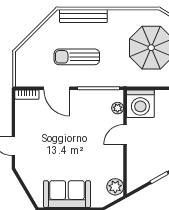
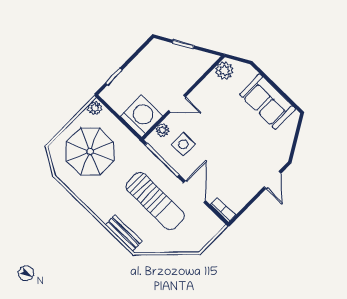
bench: (83, 16) -> (124, 233), width x0.73
sun lounger: (77, 57) -> (155, 201), width x1.36, depth x1.34
side table: (95, 112) -> (183, 144), added

